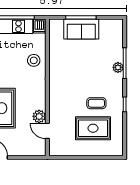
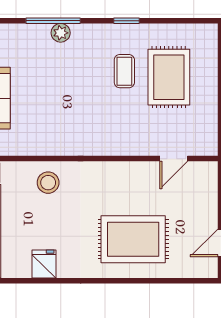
plant: (39, 116) -> (148, 173), removed

